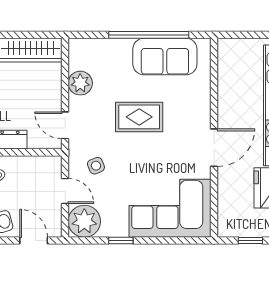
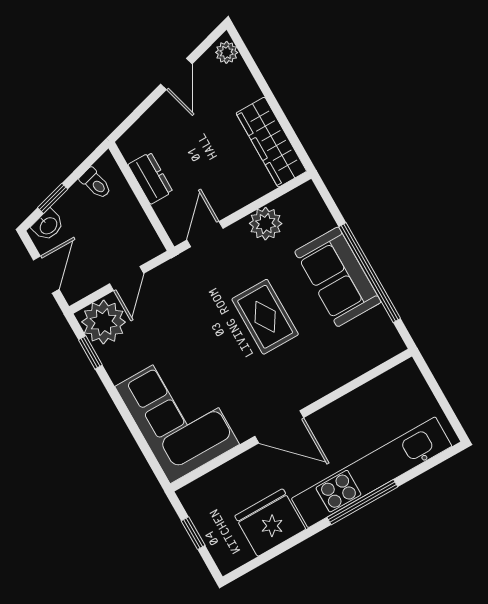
sofa: (165, 56) -> (338, 277), moved
side table: (96, 166) -> (178, 298), removed
window: (121, 241) -> (90, 352), moved

